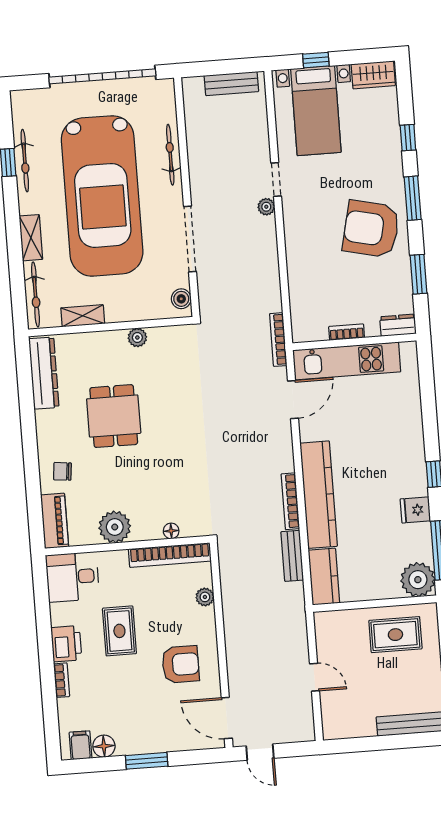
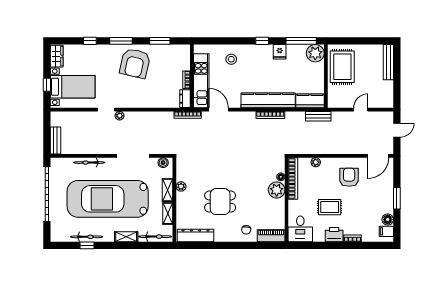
bench: (231, 84) -> (55, 141), moved
car: (102, 196) -> (108, 199), turned 180
shelving: (128, 312) -> (168, 190), added
dresser: (398, 325) -> (185, 99), moved
stool: (393, 416) -> (231, 59), added
plant: (115, 527) -> (277, 190), moved
bench: (292, 556) -> (318, 116), moved
rug: (395, 635) -> (342, 67), width x1.36, depth x1.43
door: (260, 752) -> (397, 130), moved

